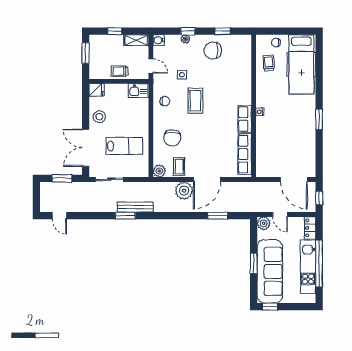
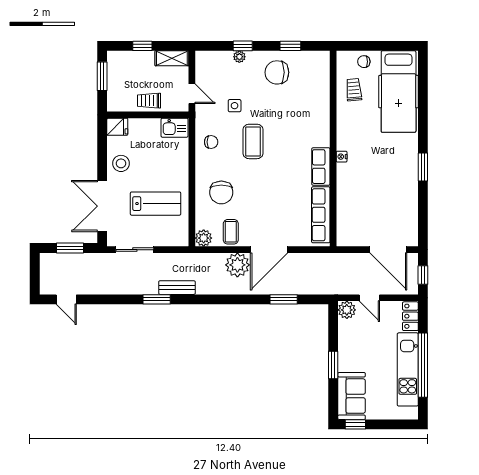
water cooler: (159, 40) -> (203, 58), removed
bench: (135, 207) -> (177, 288), width x0.73
sofa: (270, 271) -> (352, 396), width x0.54, depth x0.79

